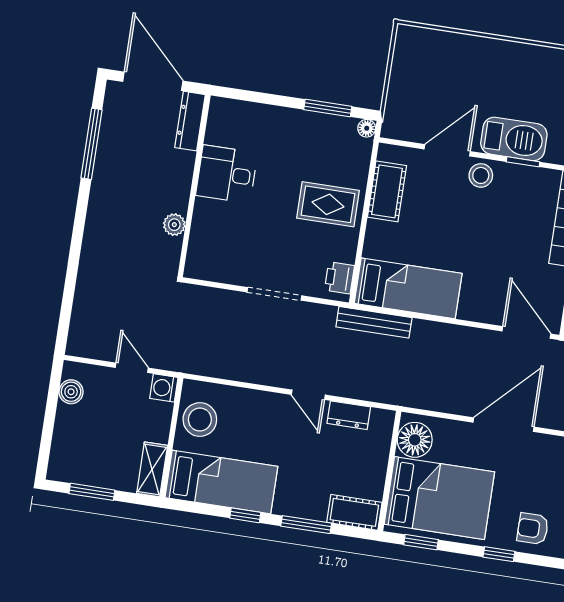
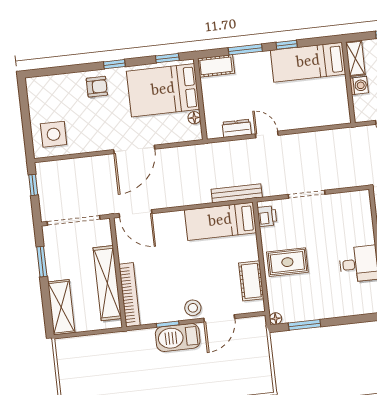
washing machine: (164, 388) -> (359, 86), moved
stool: (200, 420) -> (333, 99), removed
floor lamp: (415, 440) -> (194, 118), width x0.53, depth x0.53

